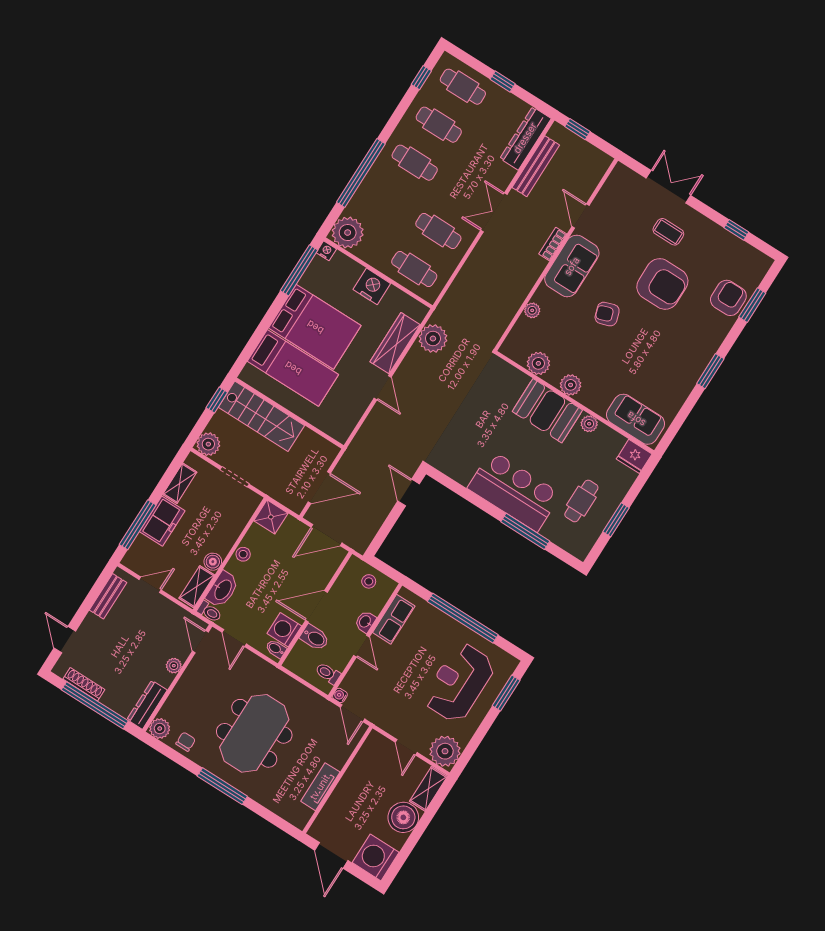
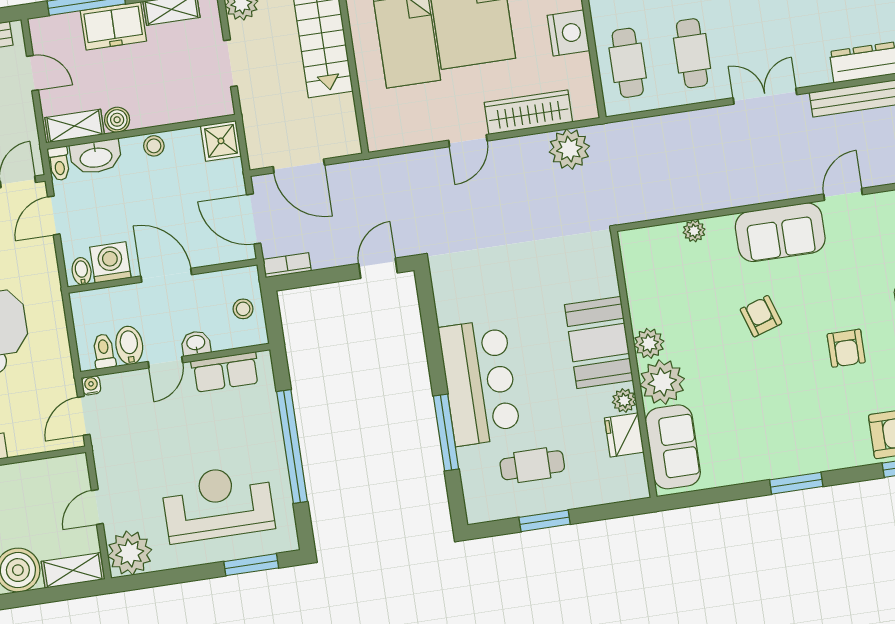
bookcase: (553, 244) -> (287, 265), moved
armchair: (662, 284) -> (846, 348), width x0.53, depth x0.53
plant: (538, 363) -> (662, 382), moved, width x1.36, depth x1.36
fridge: (634, 456) -> (624, 435), moved
bidet: (315, 638) -> (129, 345), moved, turned 180

